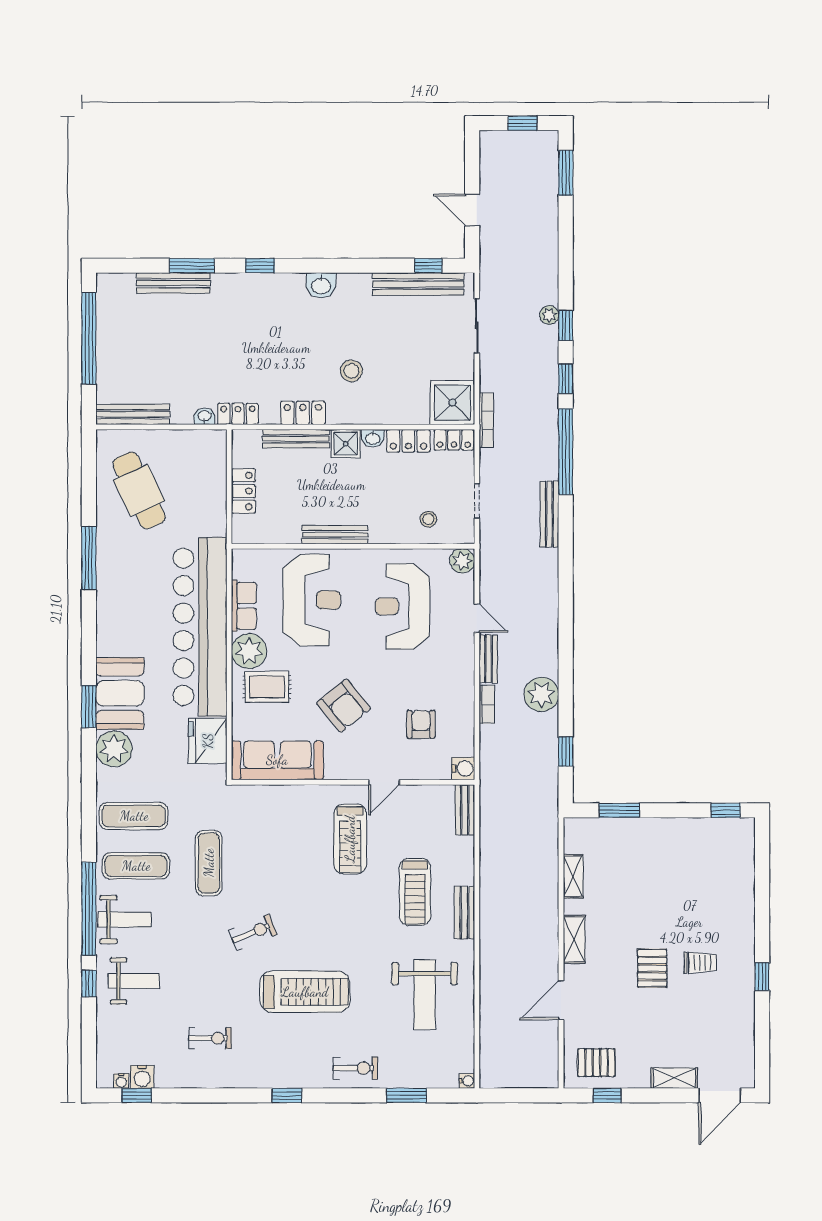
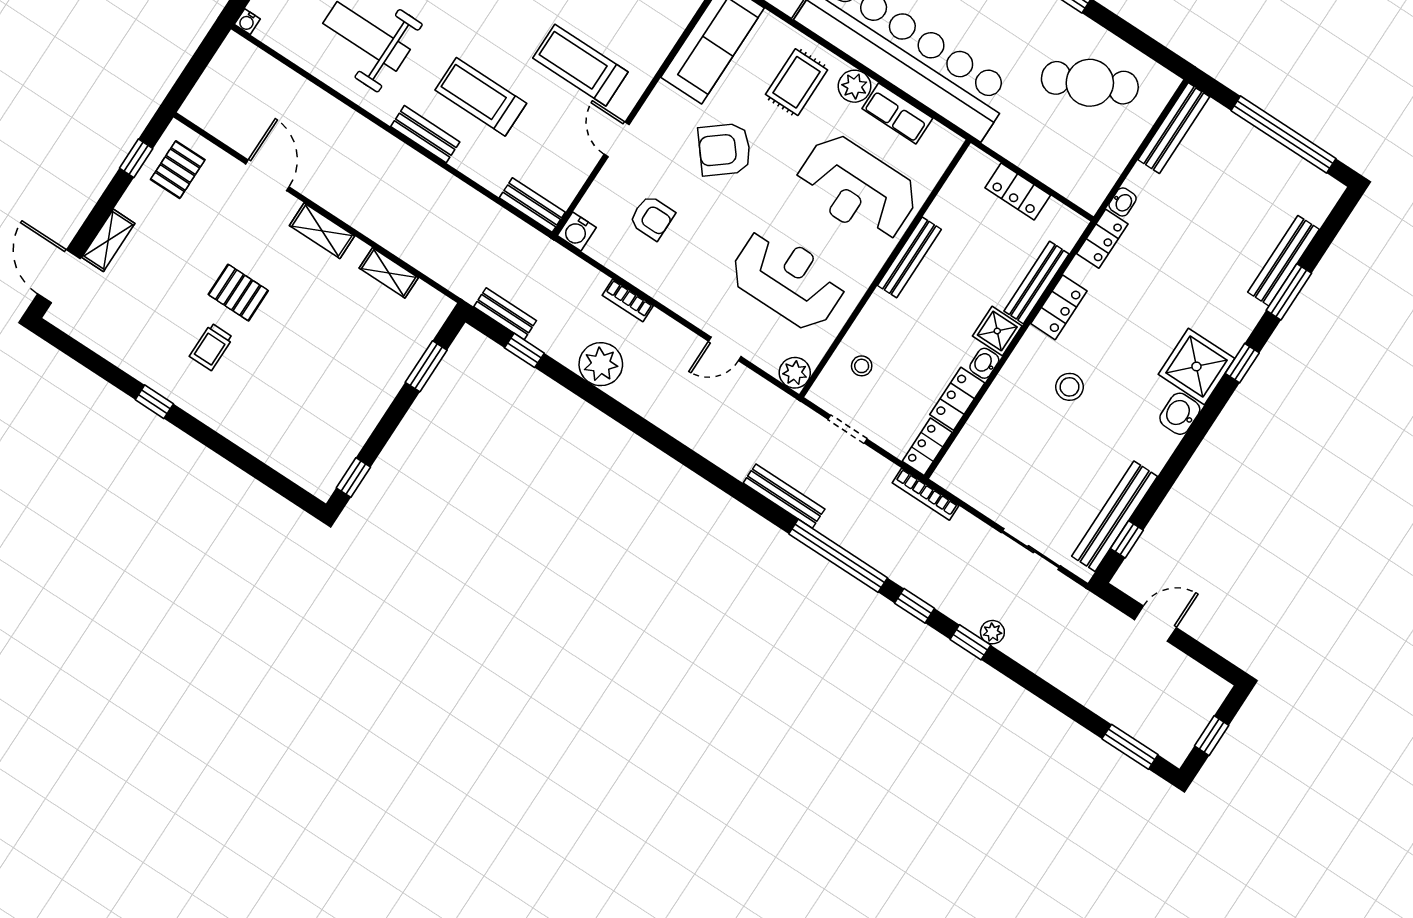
shower: (452, 402) -> (1196, 366), moved
plant: (249, 651) -> (854, 86), width x0.73, depth x0.73
bench: (488, 659) -> (505, 314), moved

